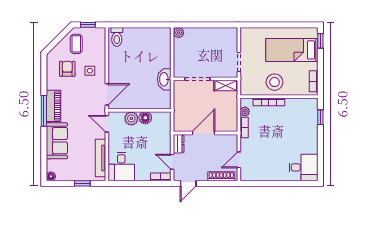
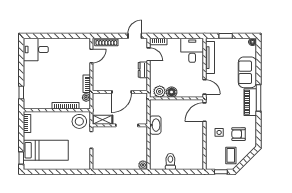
toilet: (117, 37) -> (170, 161), moved
armchair: (67, 69) -> (238, 134), turned 90
stool: (275, 82) -> (79, 121), moved
plant: (131, 118) -> (160, 91), moved
door: (204, 133) -> (122, 92), moved
wall: (205, 133) -> (120, 92), moved

